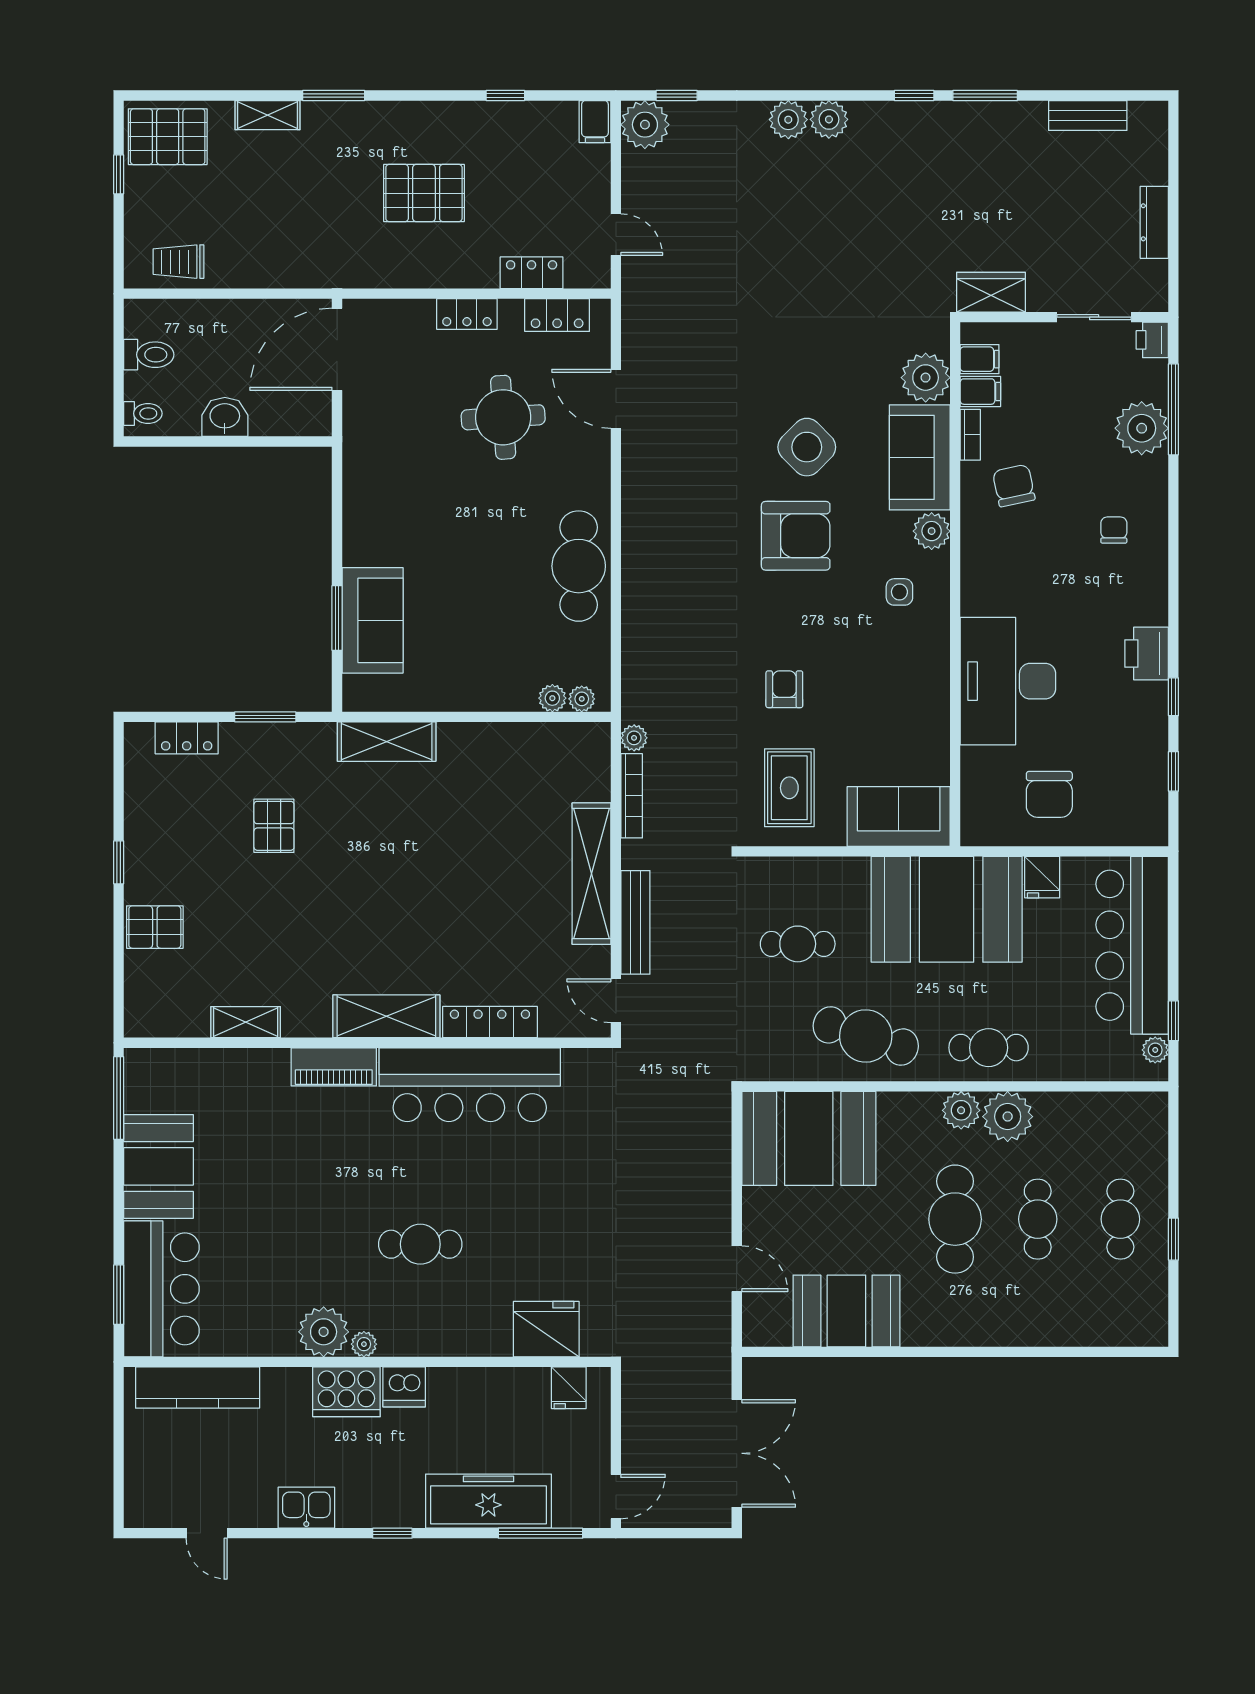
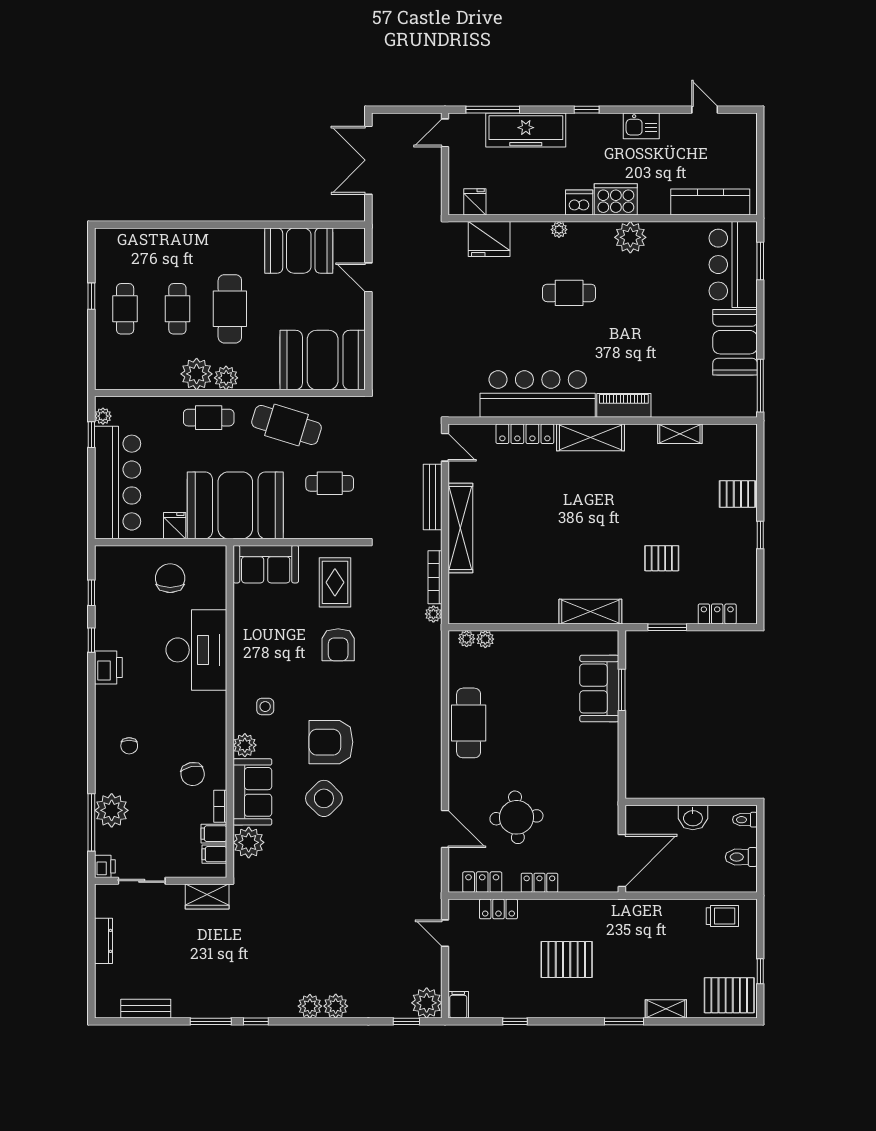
armchair: (784, 689) -> (338, 645), width x1.38, depth x1.38
pallet: (274, 826) -> (662, 558), turned 90
plant: (364, 1344) -> (559, 230), moved

